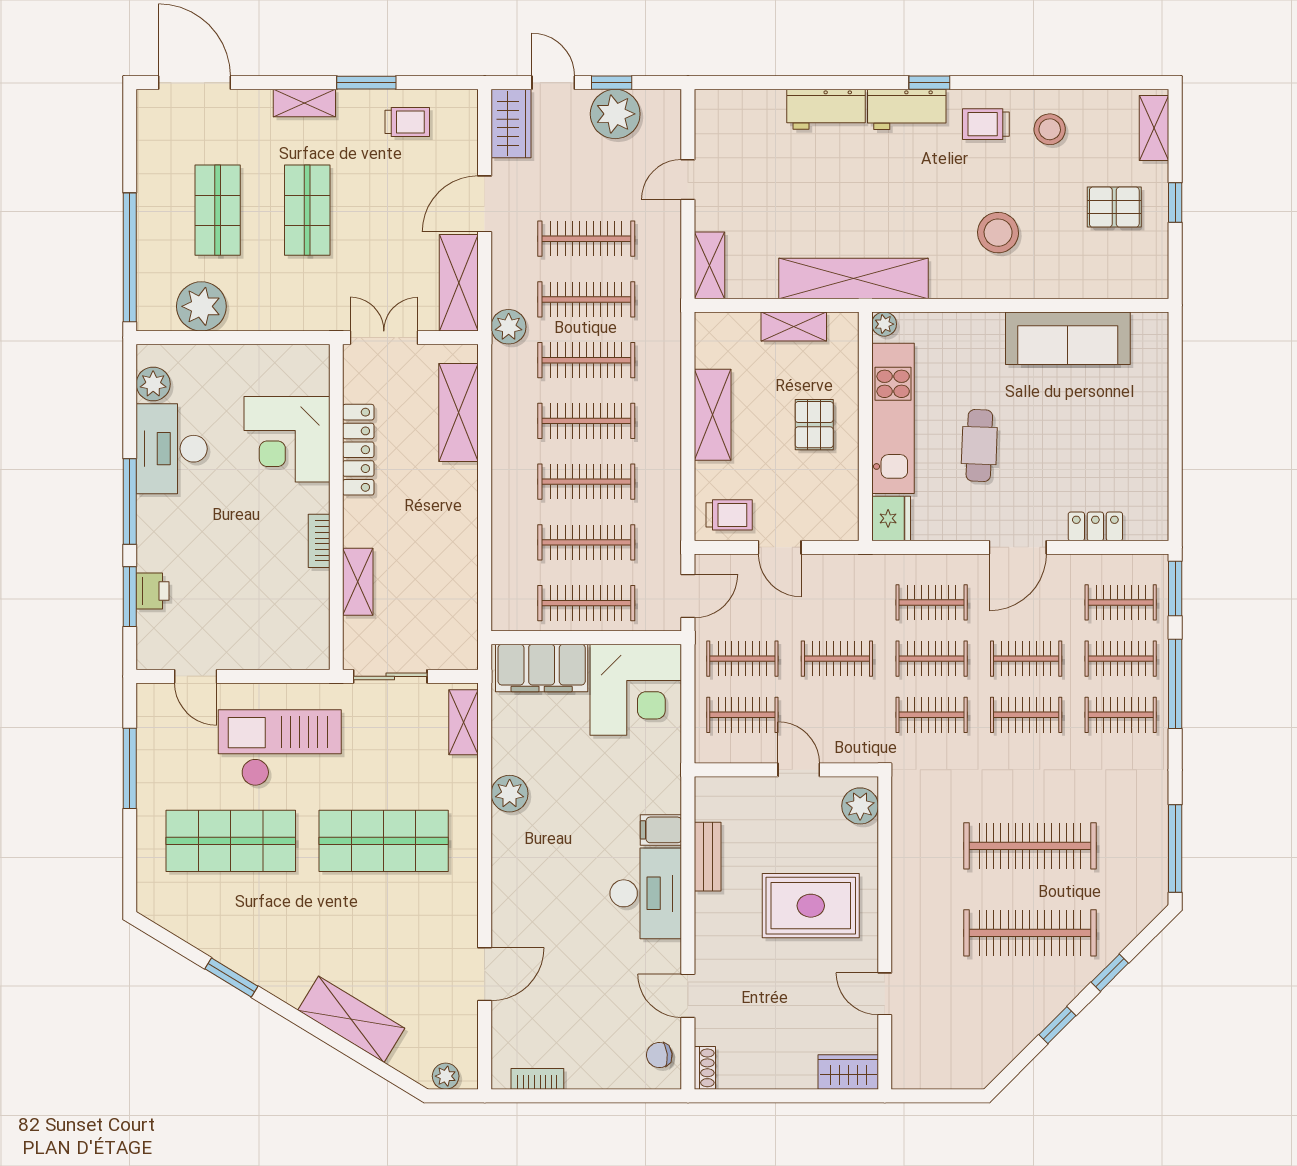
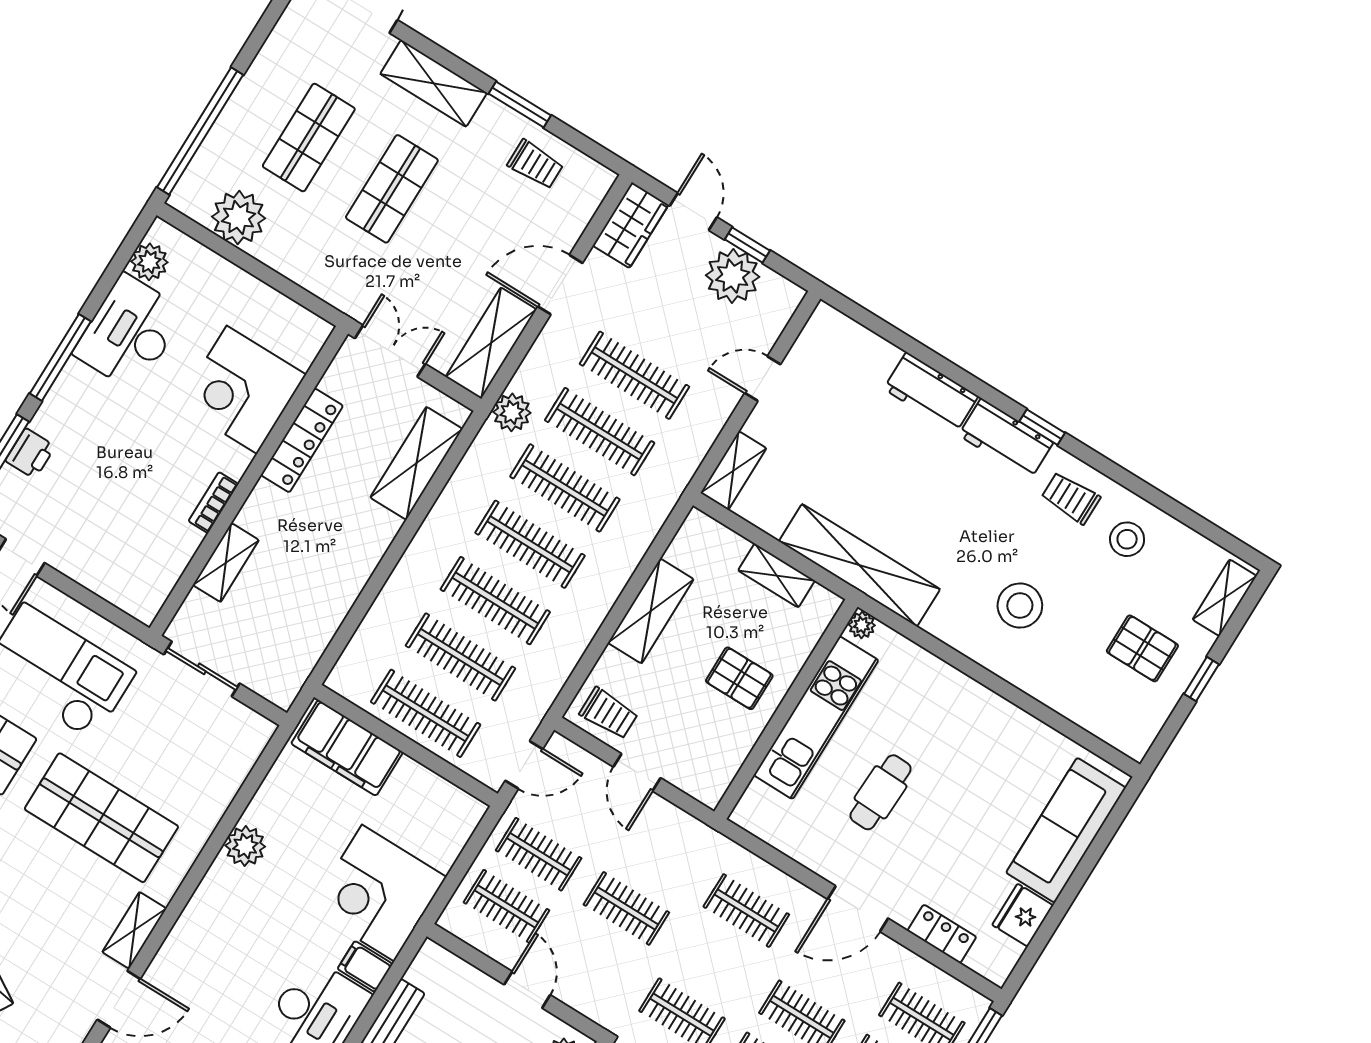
shelving: (304, 103) -> (434, 83), width x1.50, depth x1.33
sofa: (1068, 338) -> (1066, 830), moved, turned 90
pallet: (814, 425) -> (739, 678), turned 90
fridge: (891, 518) -> (1023, 915), moved, turned 180
clothes rail: (932, 659) -> (714, 963), removed
corner desk: (636, 690) -> (378, 893), moved, turned 90
shelving: (464, 722) -> (134, 930), moved

